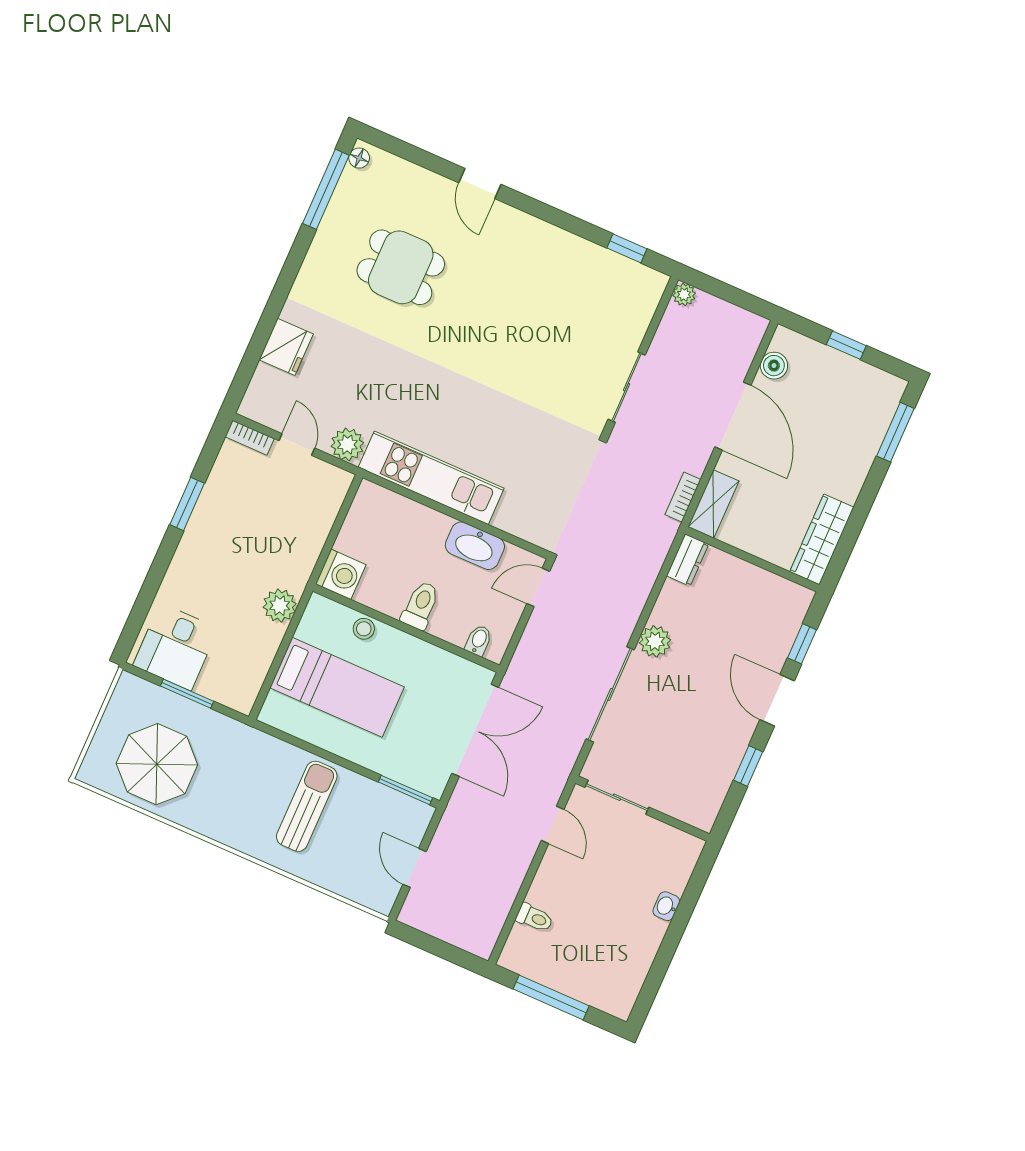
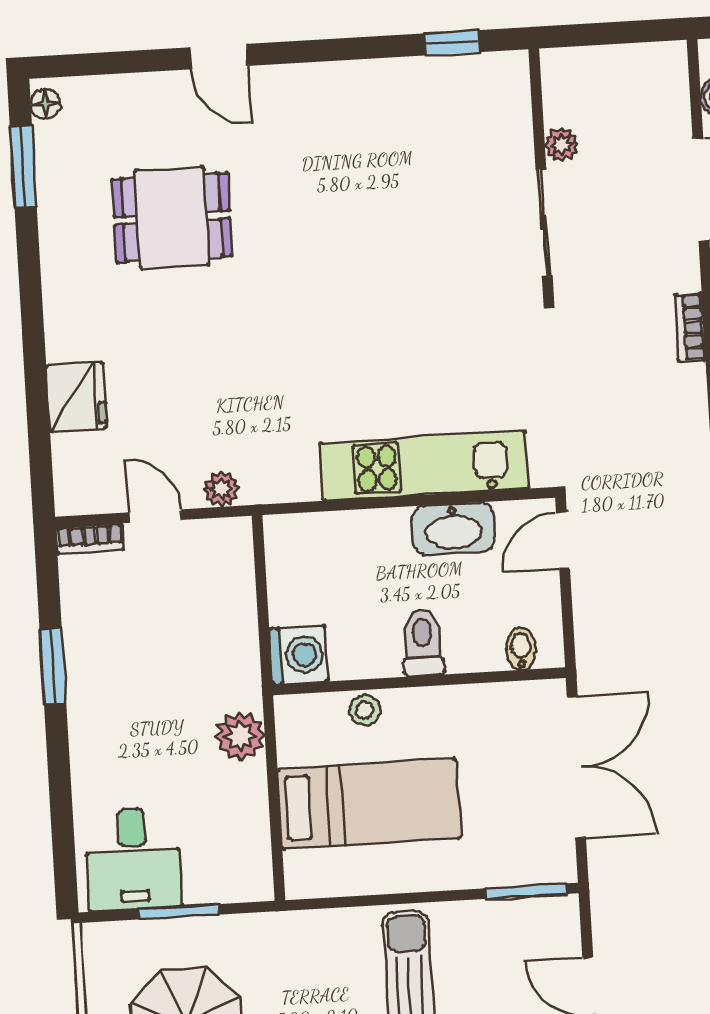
window: (326, 189) -> (23, 166), width x0.69
plant: (684, 294) -> (562, 145), moved
plant: (347, 445) -> (221, 489), width x0.73, depth x0.73
kitchen unit: (431, 478) -> (424, 466), moved

